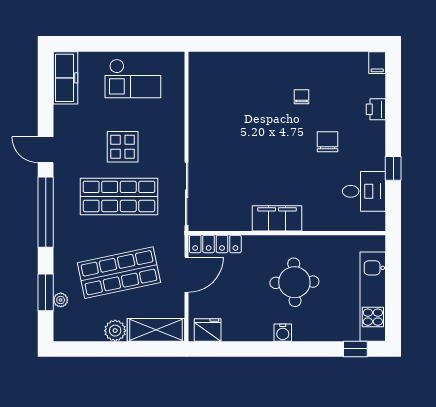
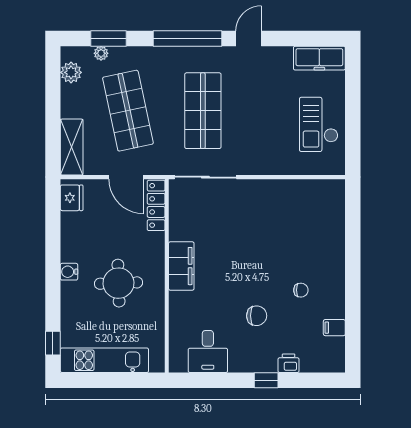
filing cabinet: (377, 63) -> (334, 328), moved
display table: (123, 147) -> (252, 114), removed
window: (393, 168) -> (266, 380), moved
plant: (115, 331) -> (71, 72), moved

